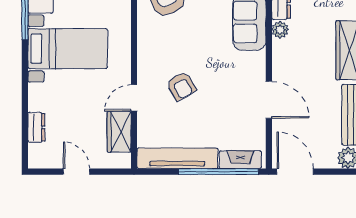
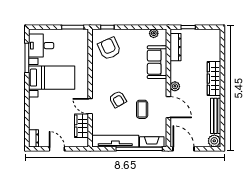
plant: (280, 30) -> (175, 86), moved
door: (134, 98) -> (90, 106), hinge flipped
coffee table: (224, 103) -> (142, 109), added
dresser: (36, 127) -> (34, 138), moved

